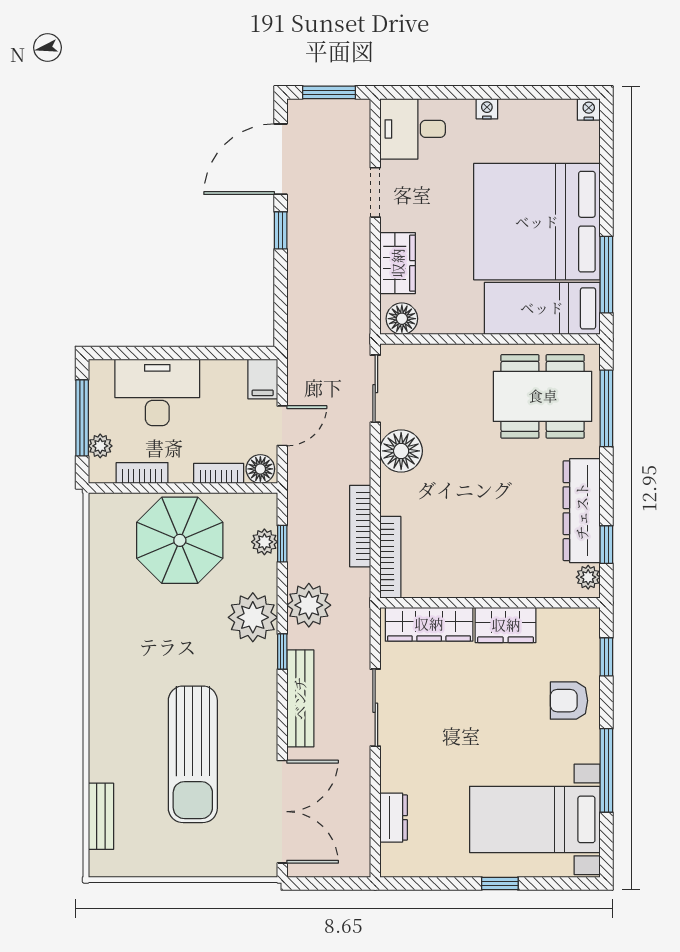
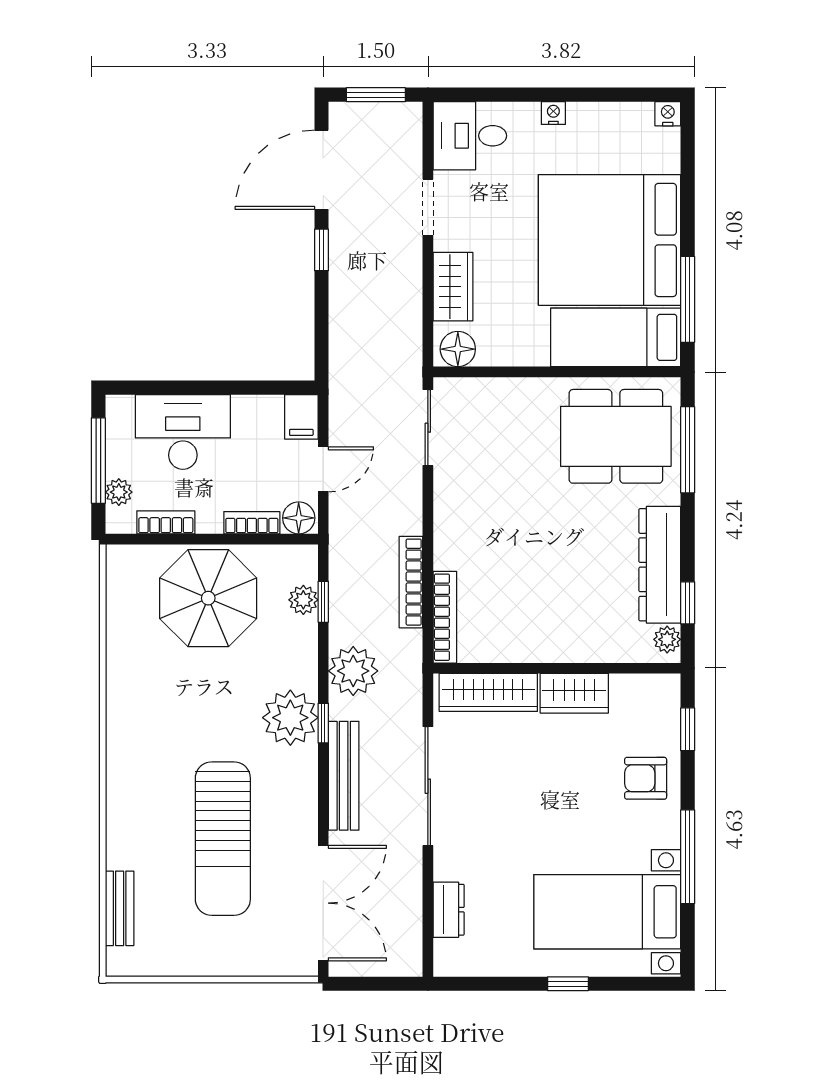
floor lamp: (401, 451) -> (457, 498), removed
plant: (253, 617) -> (290, 718), moved
sliding door: (375, 708) -> (428, 786), width x1.37

